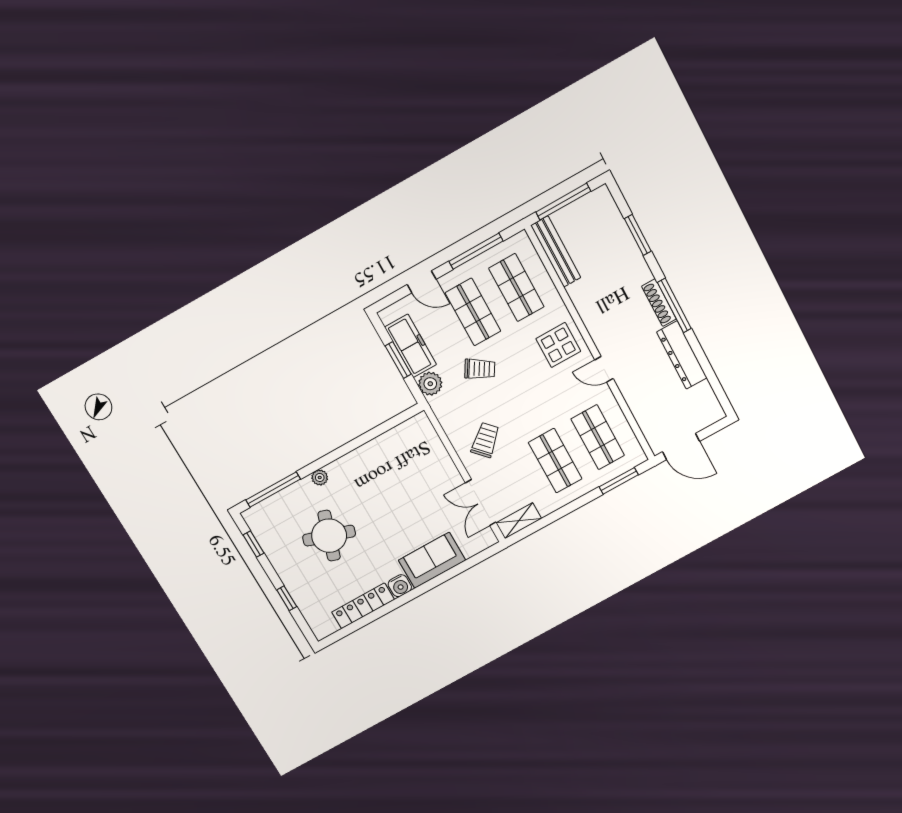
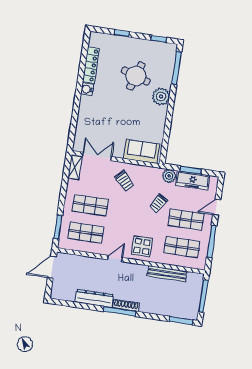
window: (638, 235) -> (181, 321), moved
bench: (556, 252) -> (167, 274), moved
plant: (320, 477) -> (161, 97), width x1.88, depth x1.88
sofa: (432, 560) -> (142, 151), moved, turned -90

